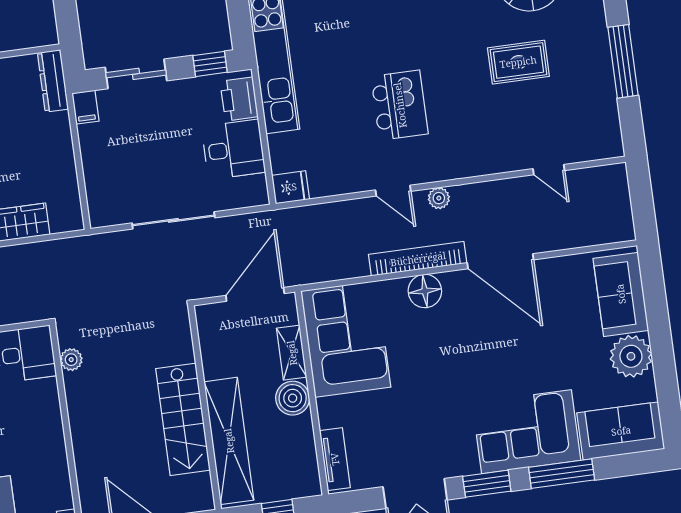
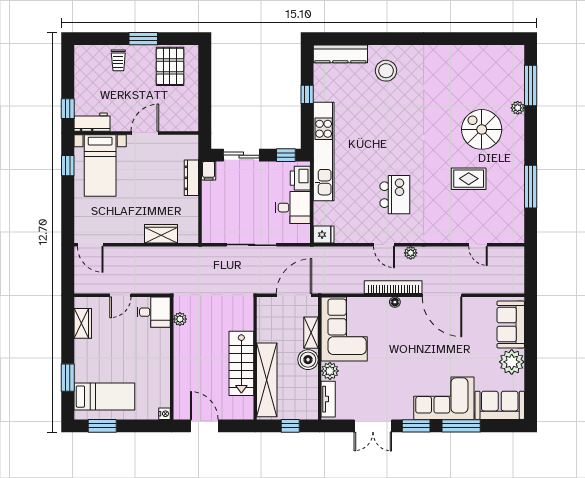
dresser: (53, 81) -> (191, 178), moved
floor lamp: (425, 291) -> (395, 302), width x0.53, depth x0.53
plant: (331, 412) -> (330, 371), added

